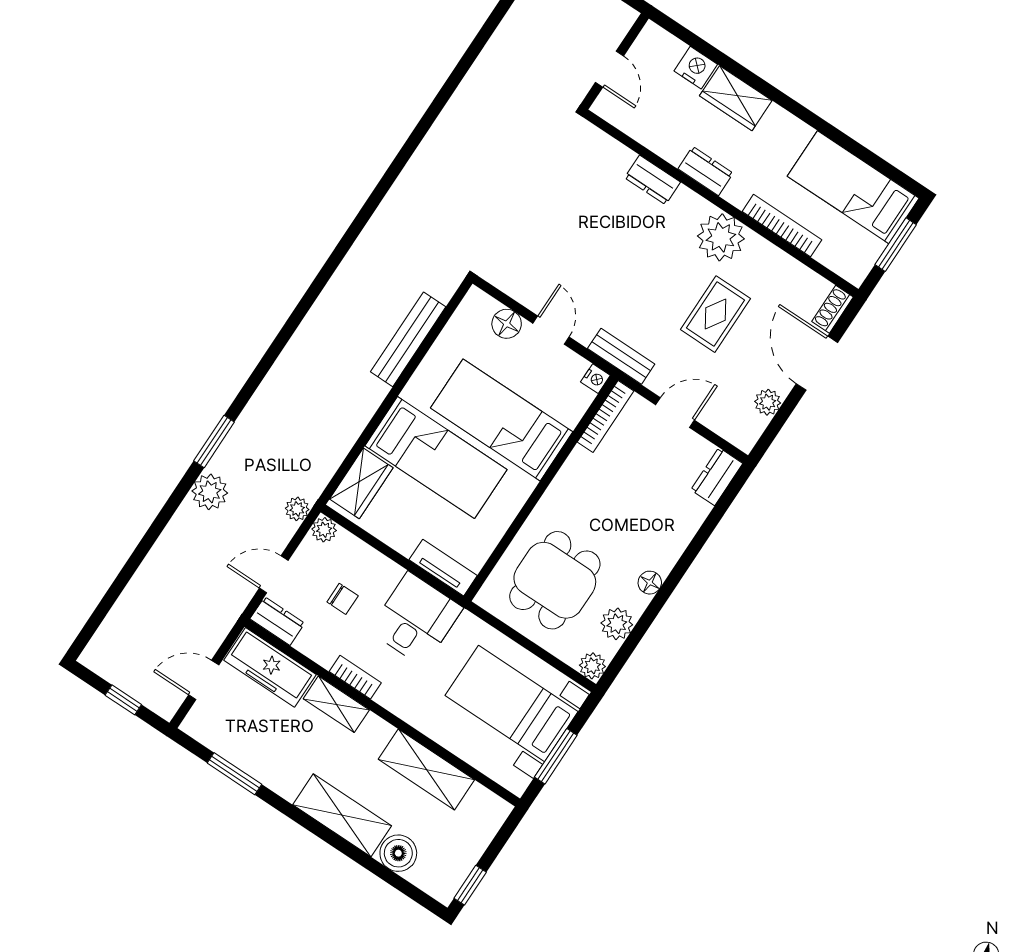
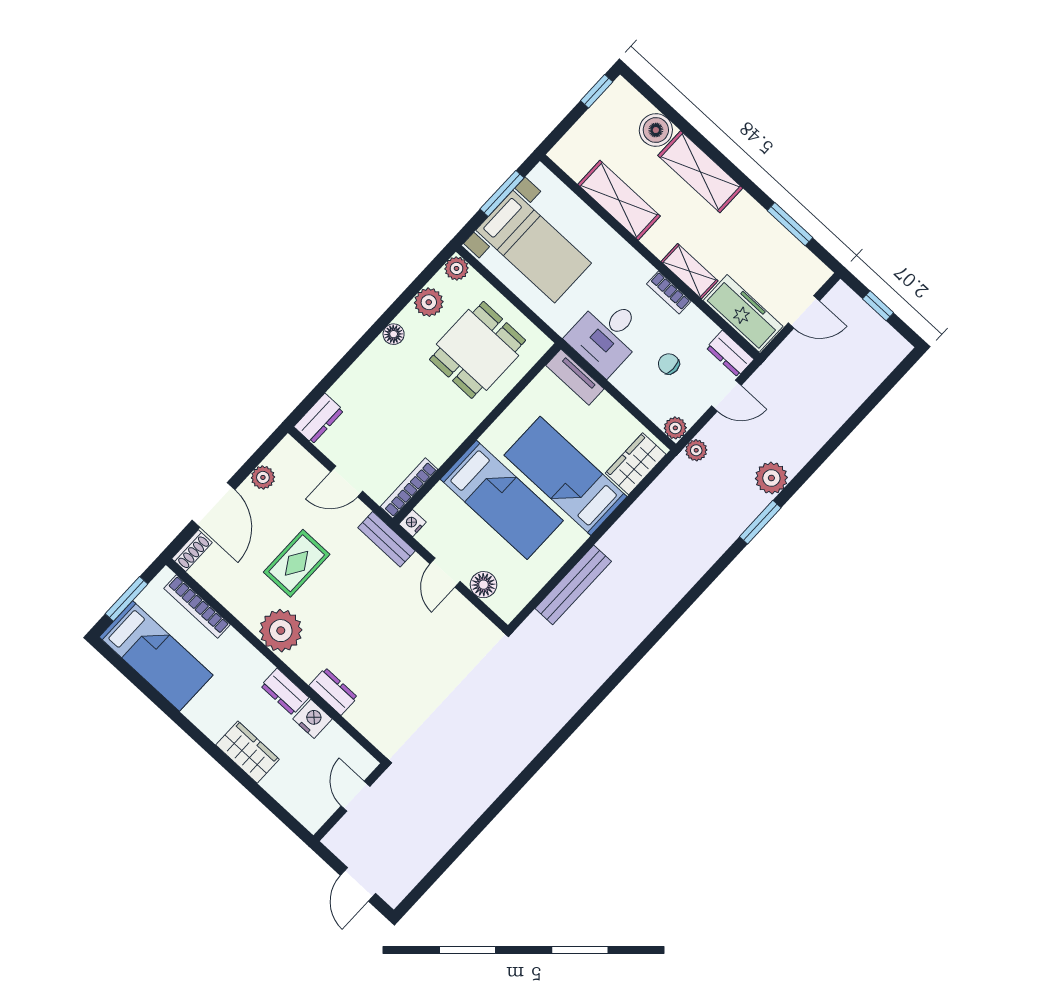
nightstand: (696, 68) -> (312, 719), moved, turned 180
bookcase: (782, 226) -> (197, 607), moved

